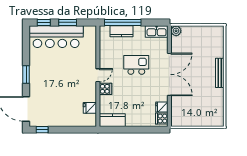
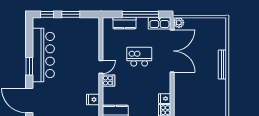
window: (123, 22) -> (140, 14), moved
bar counter: (56, 37) -> (43, 55), moved, turned -90
double door: (169, 74) -> (172, 51), moved

